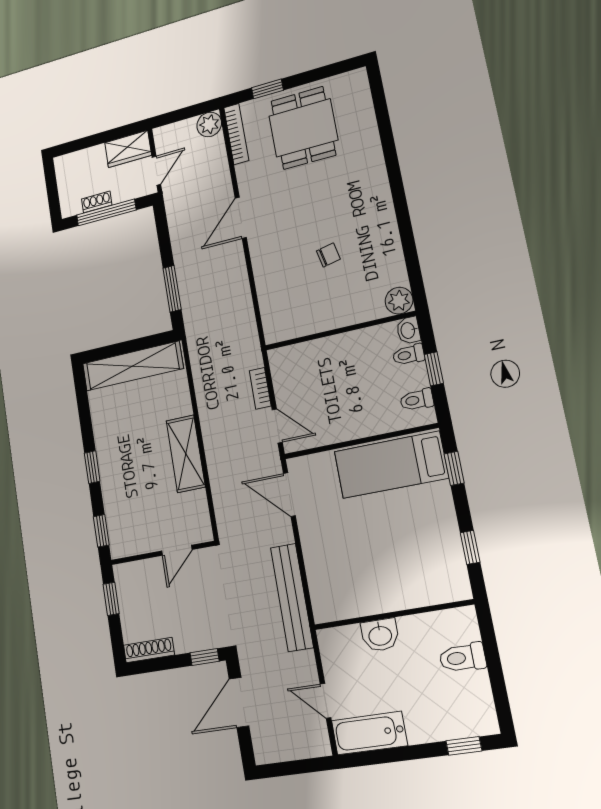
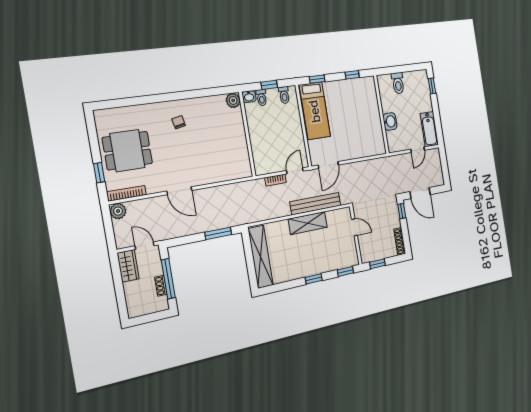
chair: (328, 255) -> (179, 122), moved
bench: (292, 597) -> (316, 204), moved

